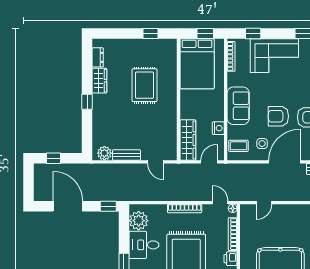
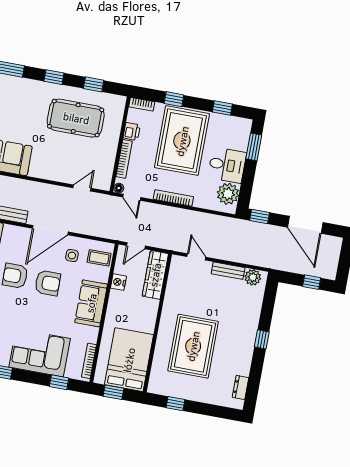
wardrobe: (99, 81) -> (243, 361), removed
rug: (144, 85) -> (193, 346), width x1.37, depth x1.44

